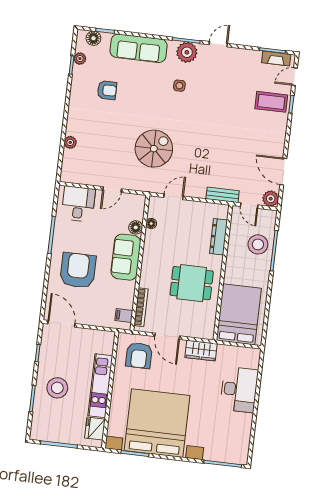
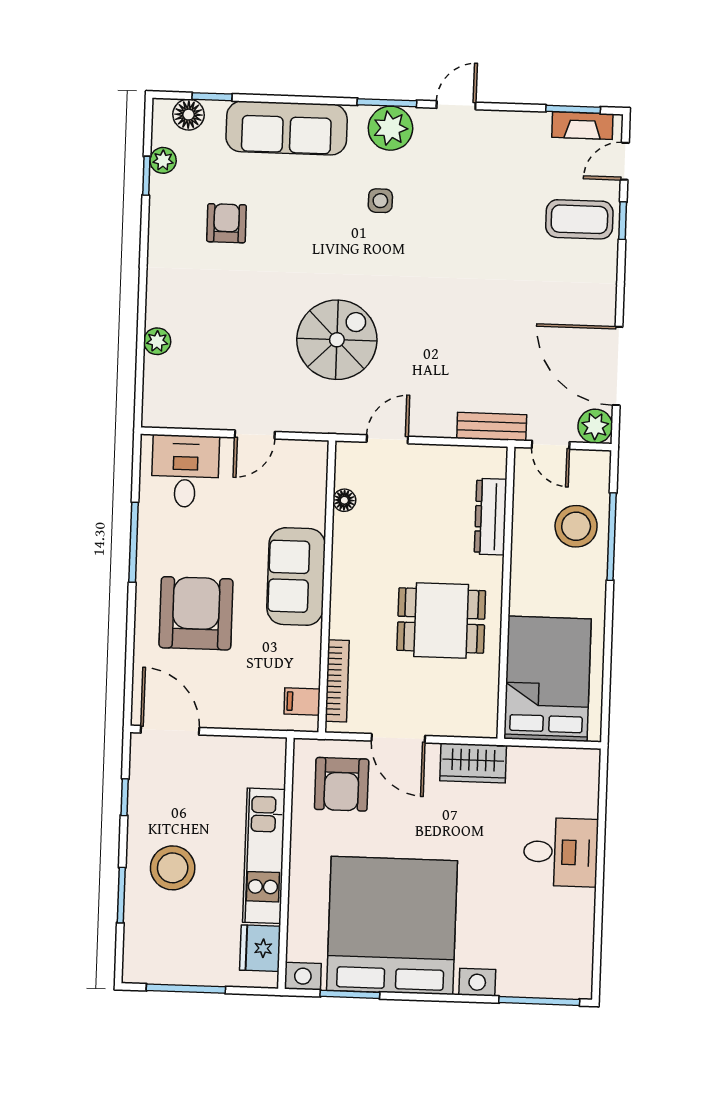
armchair: (107, 90) -> (226, 223), turned -90
door: (283, 172) -> (618, 366), width x1.36
floor lamp: (136, 227) -> (312, 511), removed
desk: (239, 390) -> (561, 852), width x0.73

